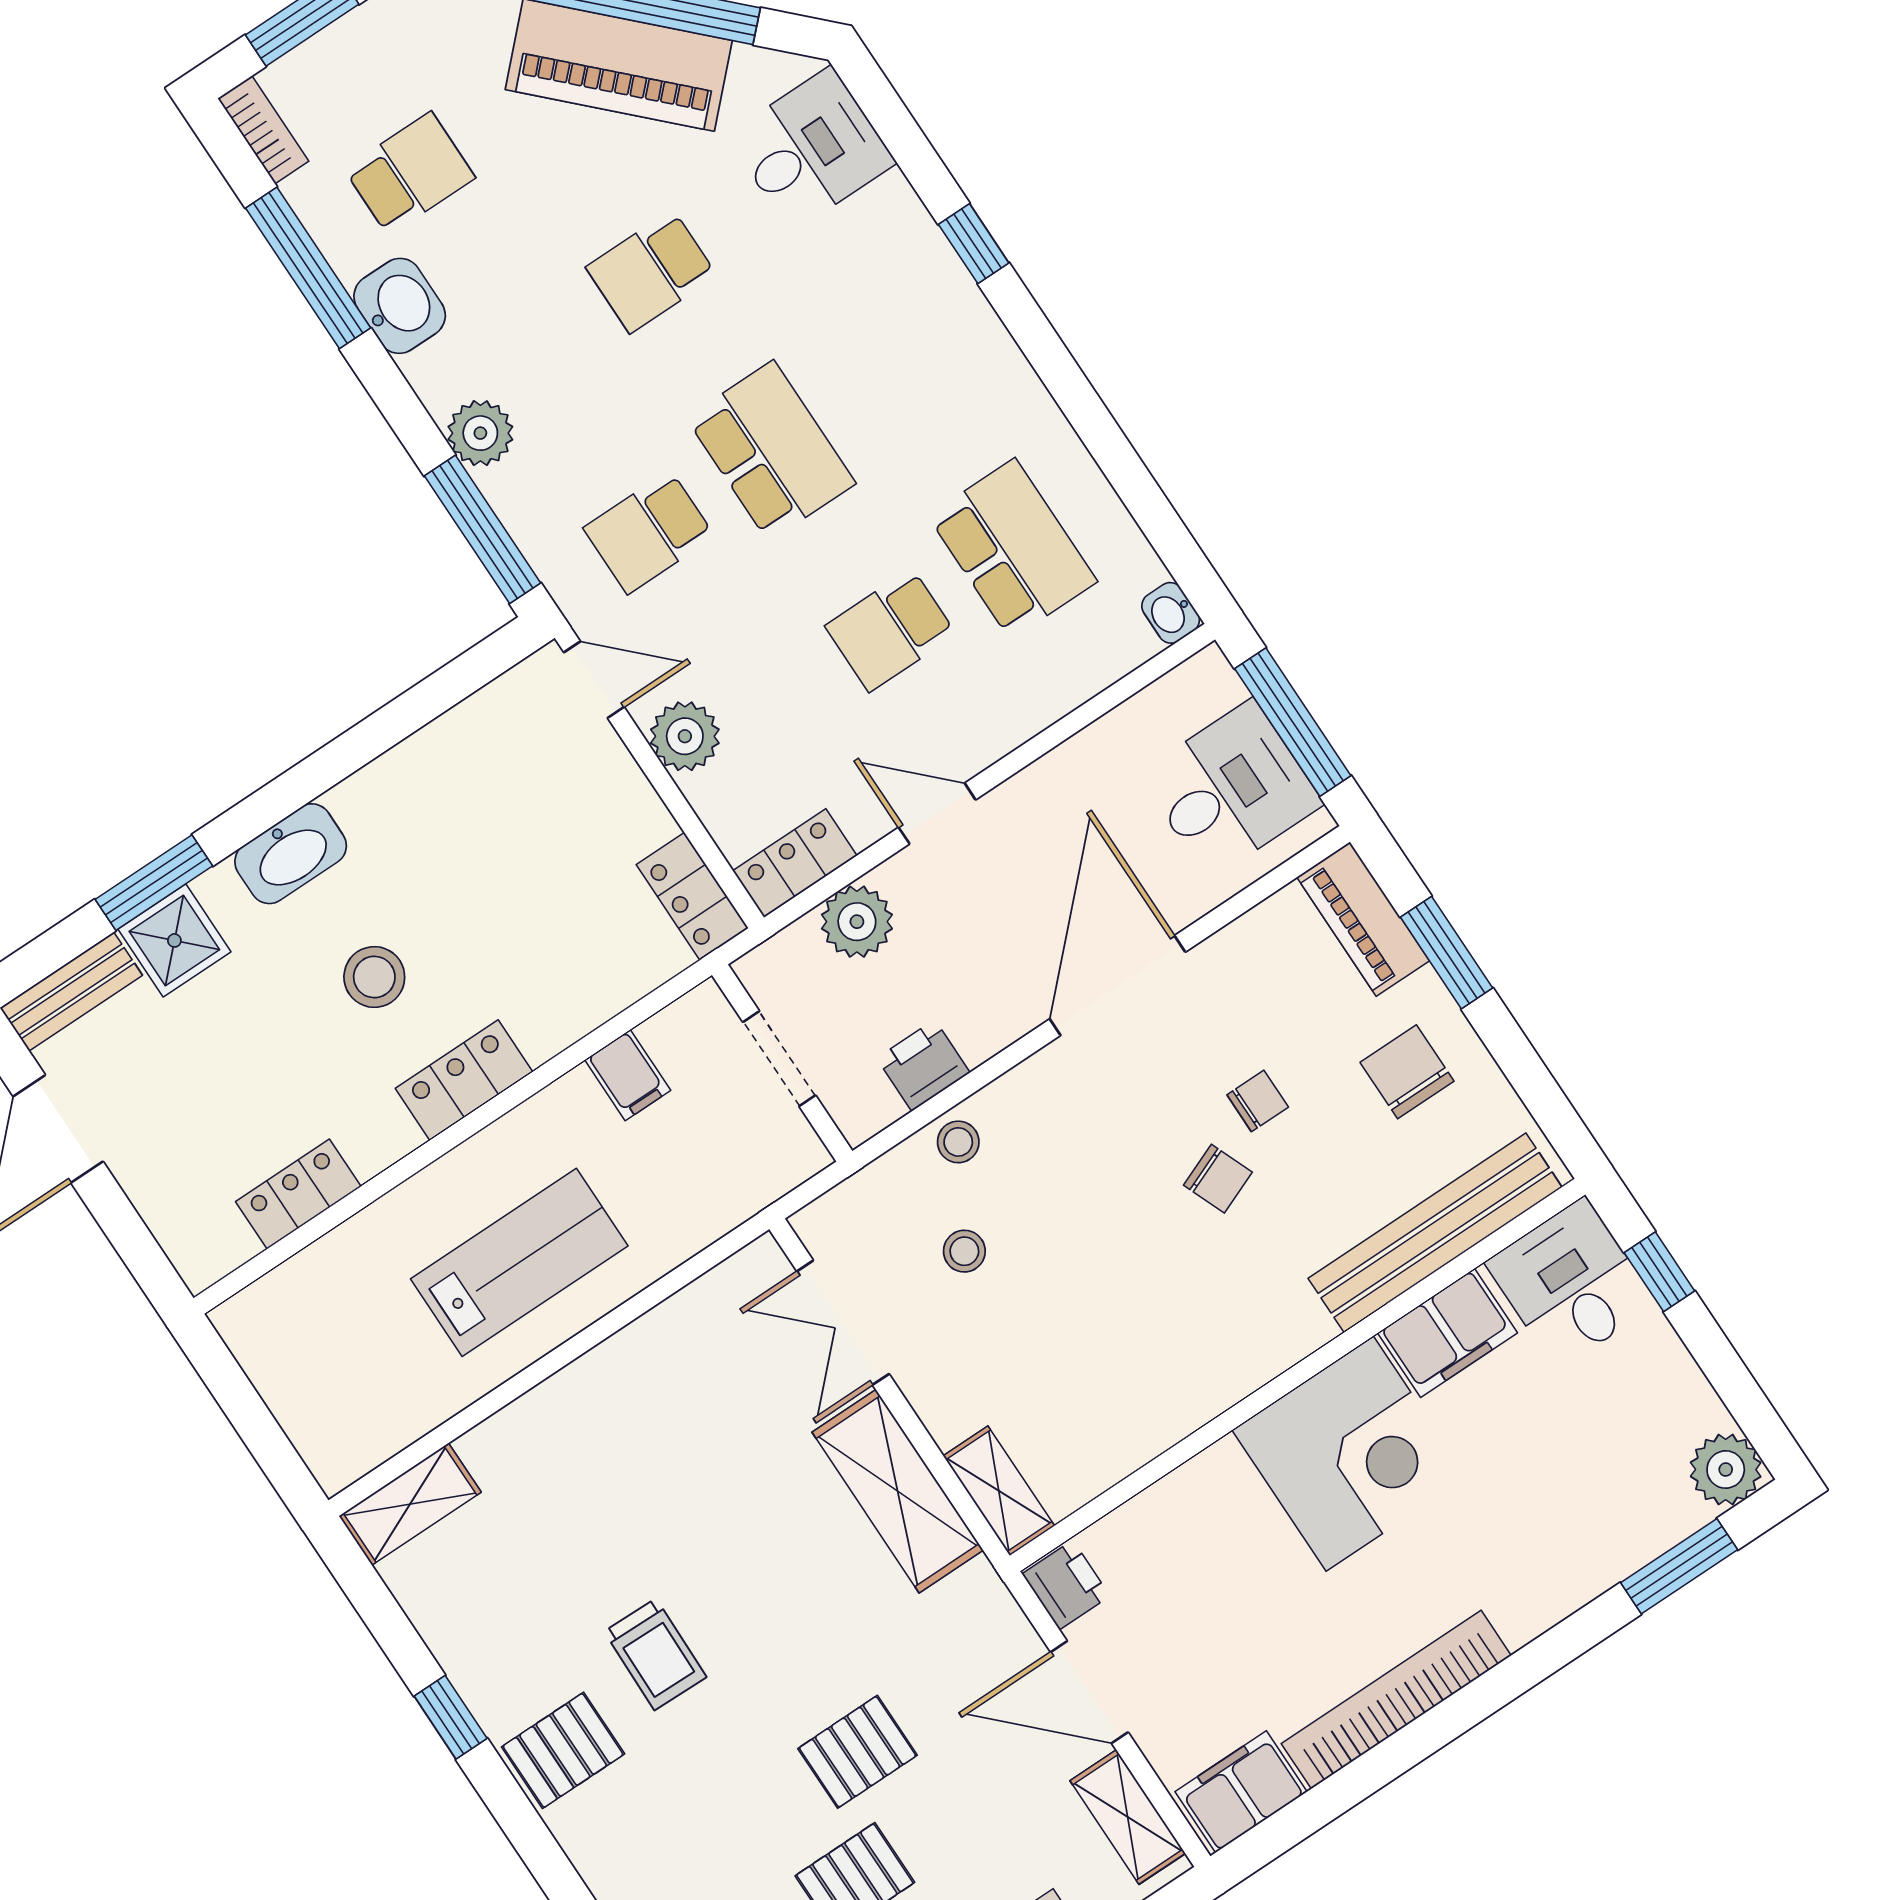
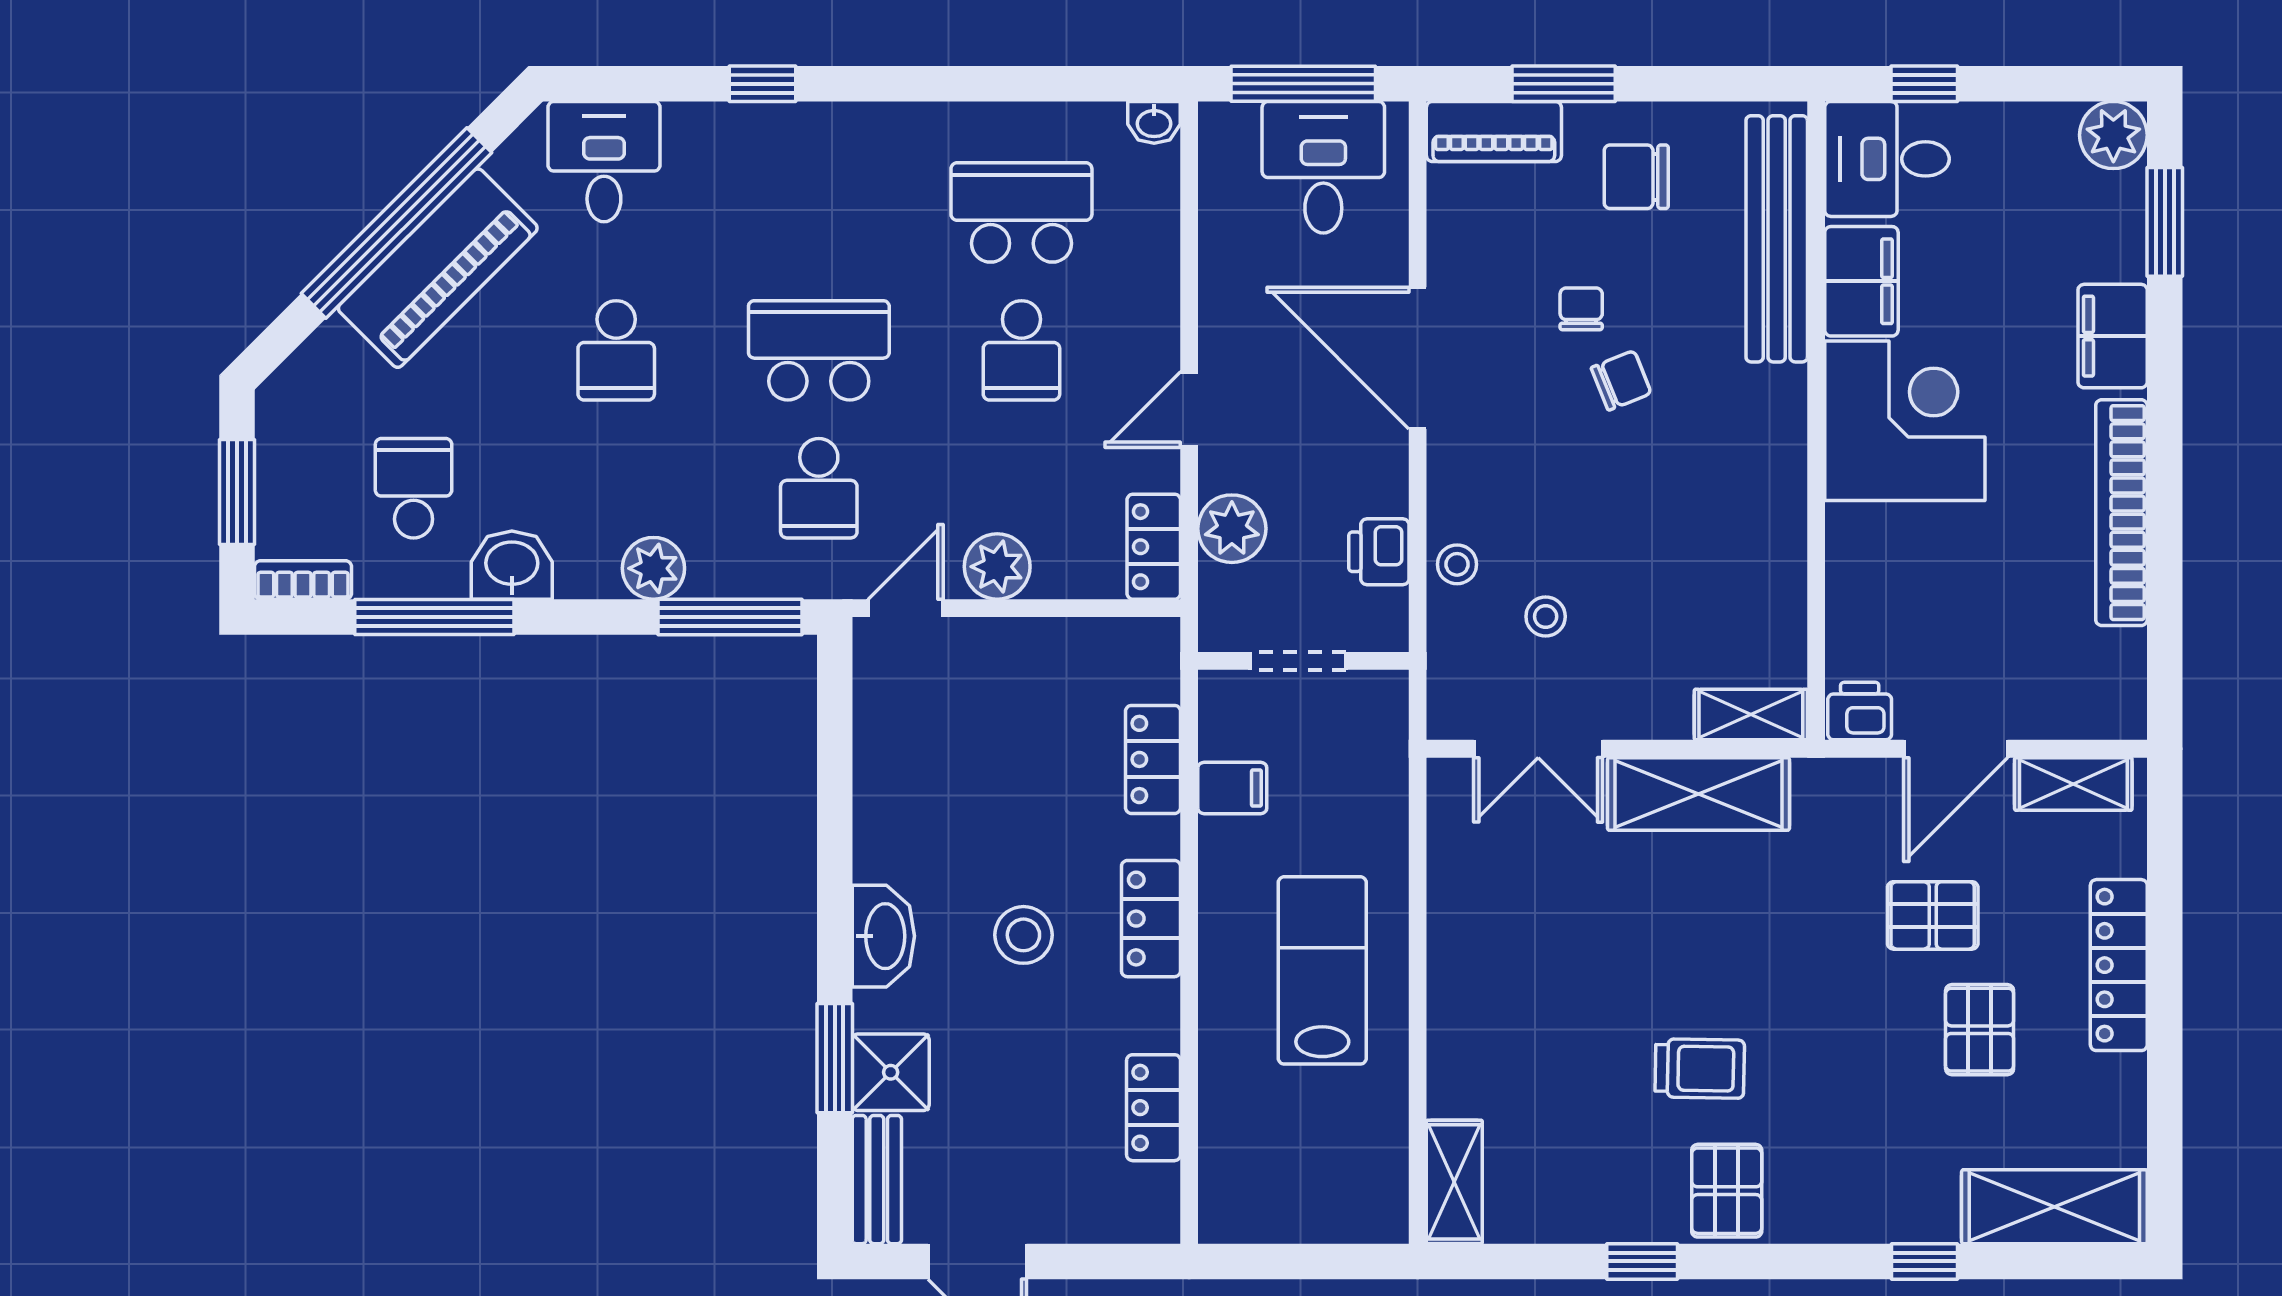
locker: (692, 896) -> (1153, 759), moved, turned 90
pallet: (858, 1752) -> (1933, 915), moved, turned 90
filing cabinet: (1241, 1792) -> (2113, 336), moved

